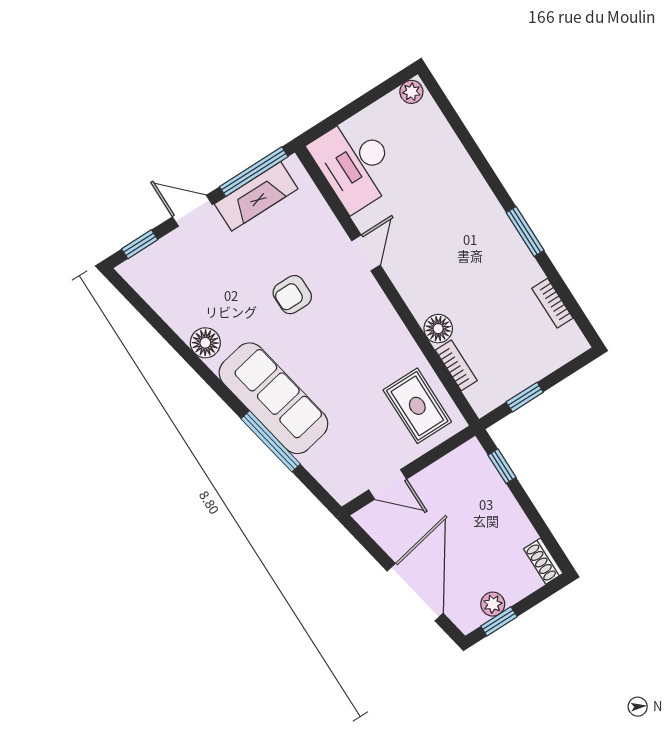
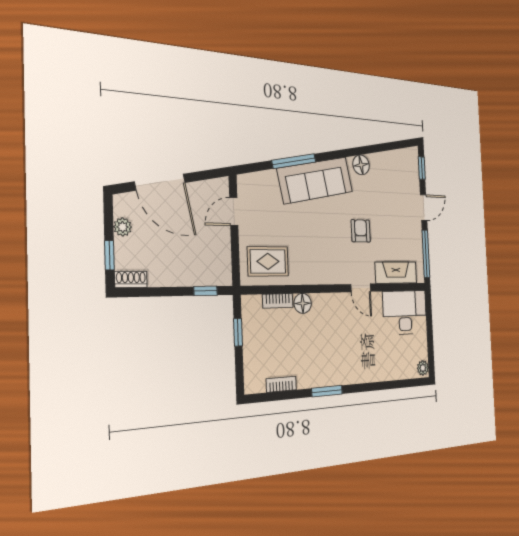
fireplace: (256, 196) -> (396, 273), moved, turned 90
window: (499, 621) -> (109, 255), moved

